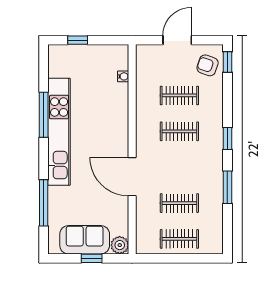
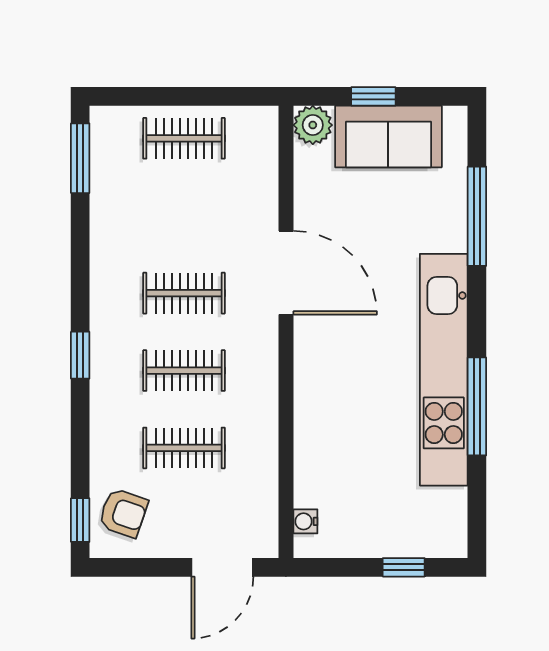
door: (177, 40) -> (222, 567), moved
water cooler: (123, 76) -> (305, 521), moved
window: (227, 187) -> (80, 158), moved
clothes rail: (179, 203) -> (184, 293), moved

